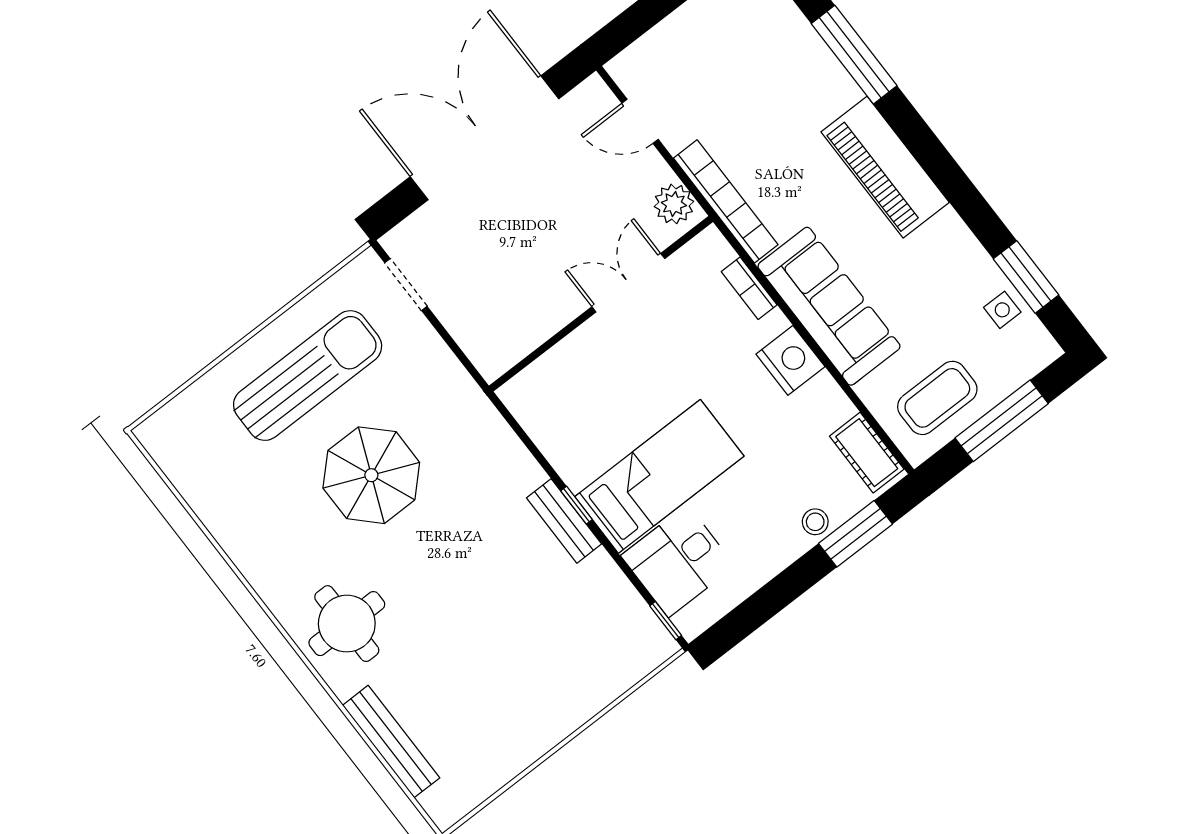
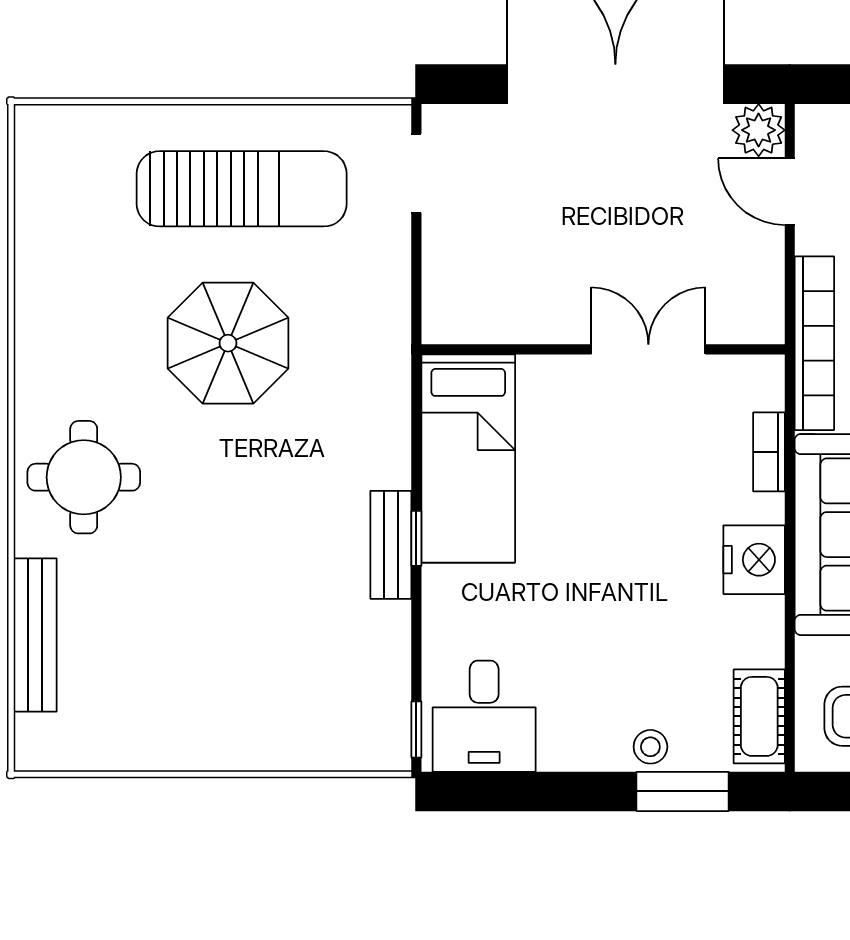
plant: (674, 204) -> (759, 130), moved
bed: (659, 476) -> (468, 458), moved, turned 90
desk: (678, 561) -> (484, 716), moved, turned -90

